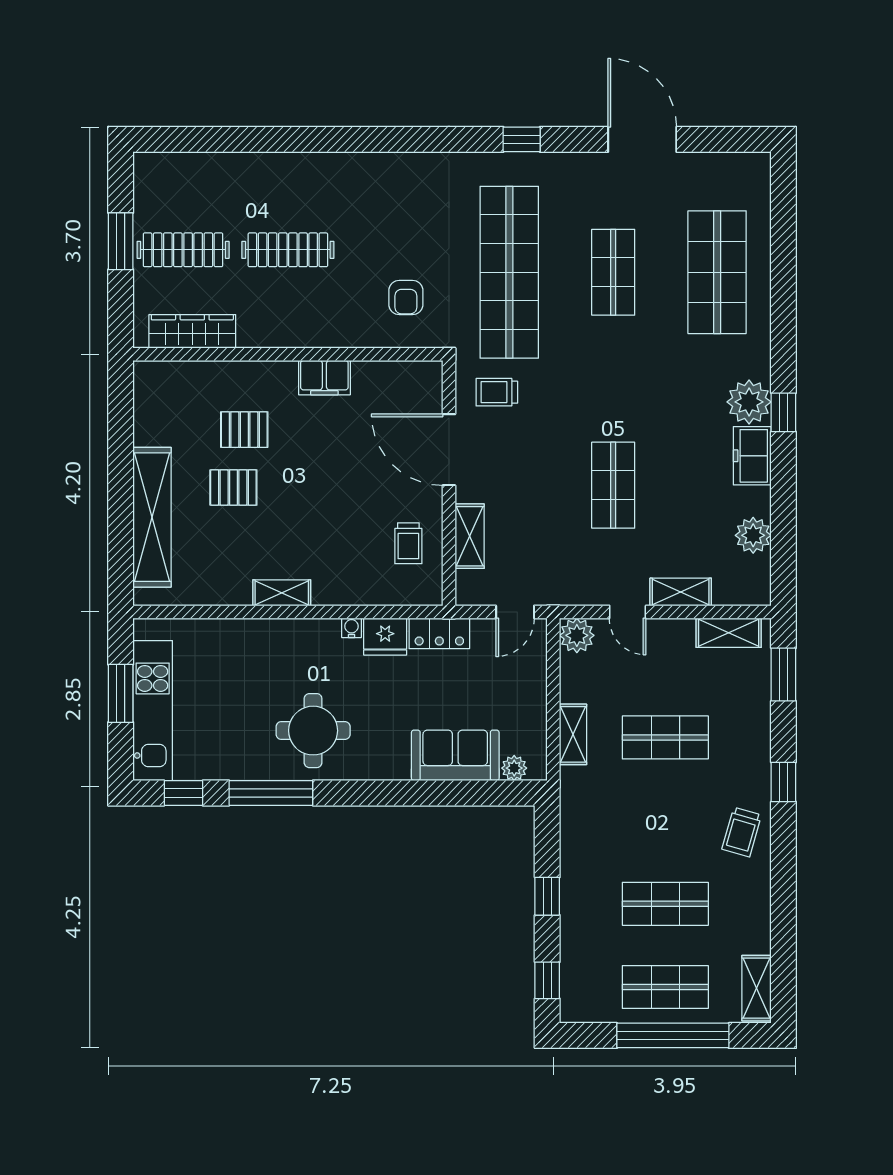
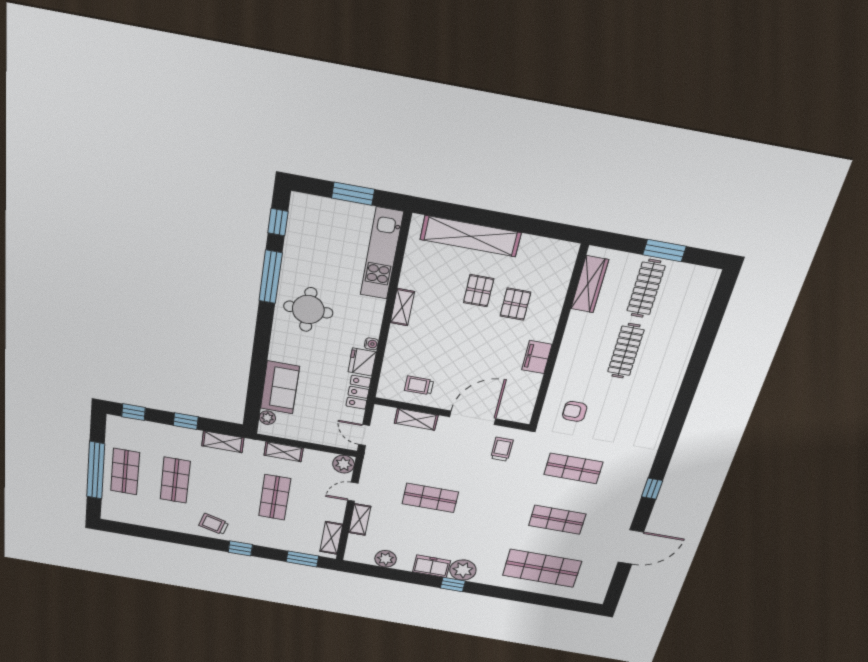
shop shelf: (509, 272) -> (573, 468), width x0.50, depth x0.74
kitchen unit: (153, 711) -> (382, 254), moved, turned 90
shelving: (756, 988) -> (223, 442), moved

